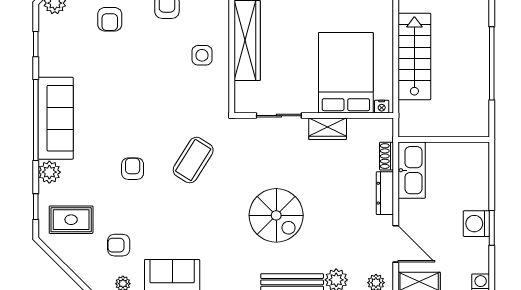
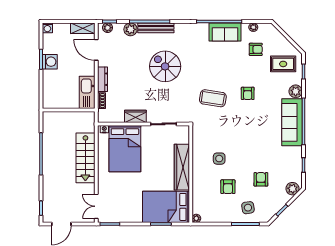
side table: (202, 55) -> (219, 159), moved
coffee table: (193, 160) -> (213, 98), turned 67

